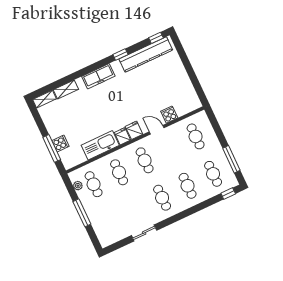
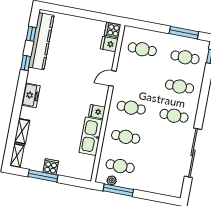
window: (156, 38) -> (31, 34), moved
freezer: (98, 76) -> (31, 95), width x0.71
cooker: (169, 115) -> (113, 30), moved
fridge: (134, 130) -> (109, 44), moved
cooker: (60, 143) -> (51, 167), moved
window: (52, 148) -> (43, 176), moved
window: (82, 213) -> (118, 190), moved
sliding door: (144, 233) -> (193, 153), width x1.86

